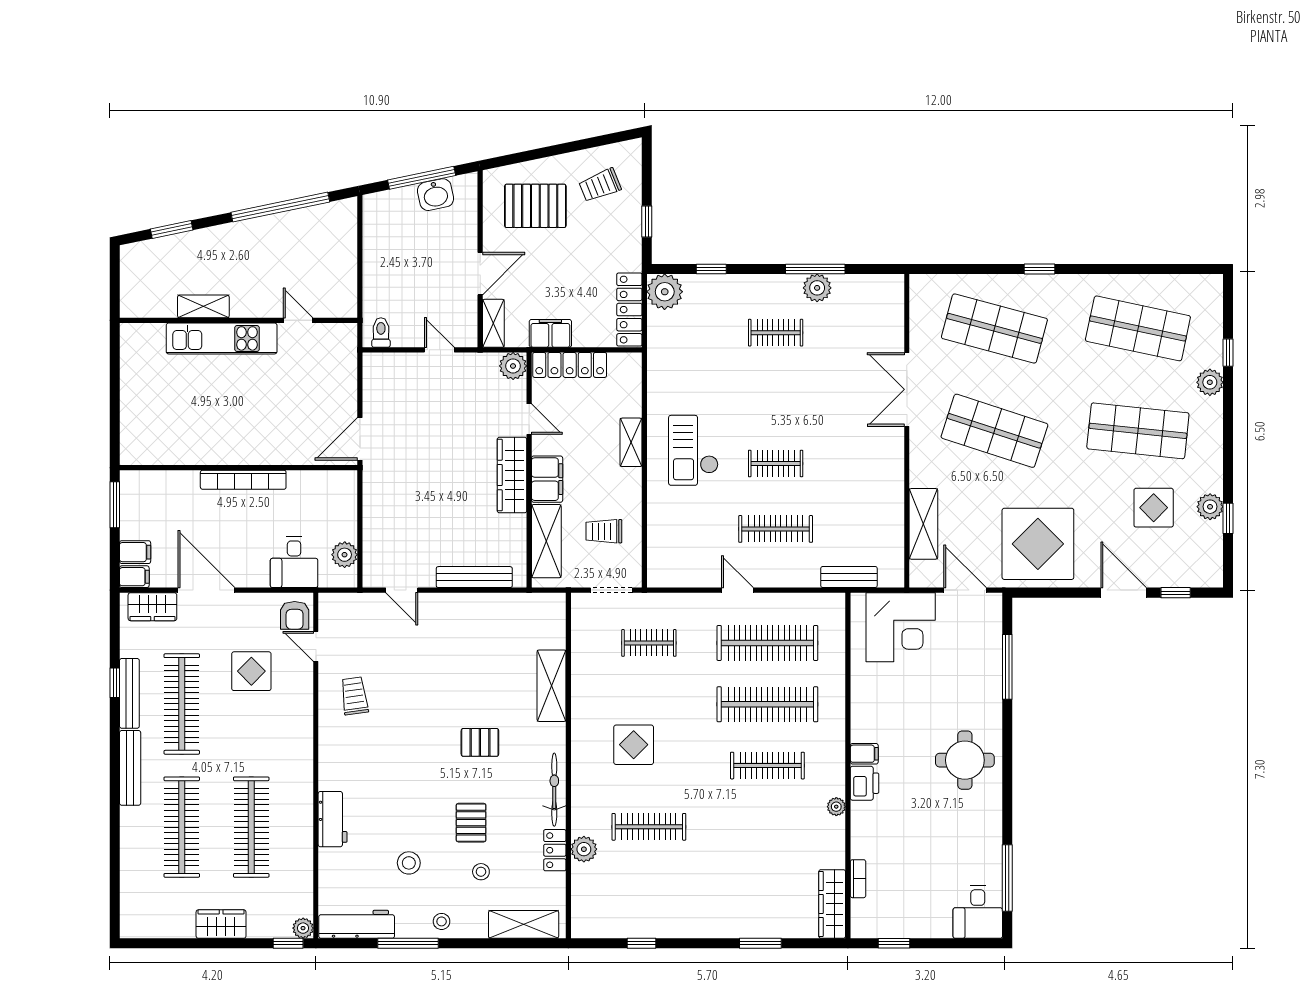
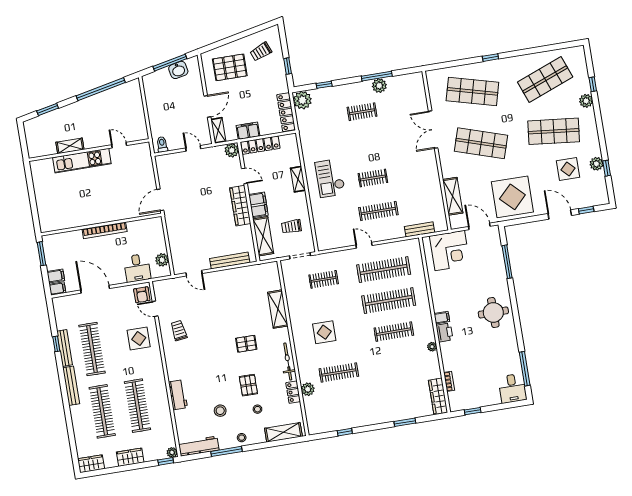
shop shelf: (1138, 328) -> (545, 80), turned -33
wardrobe: (152, 607) -> (91, 464), moved, turned 180
display table: (251, 671) -> (139, 338), moved

